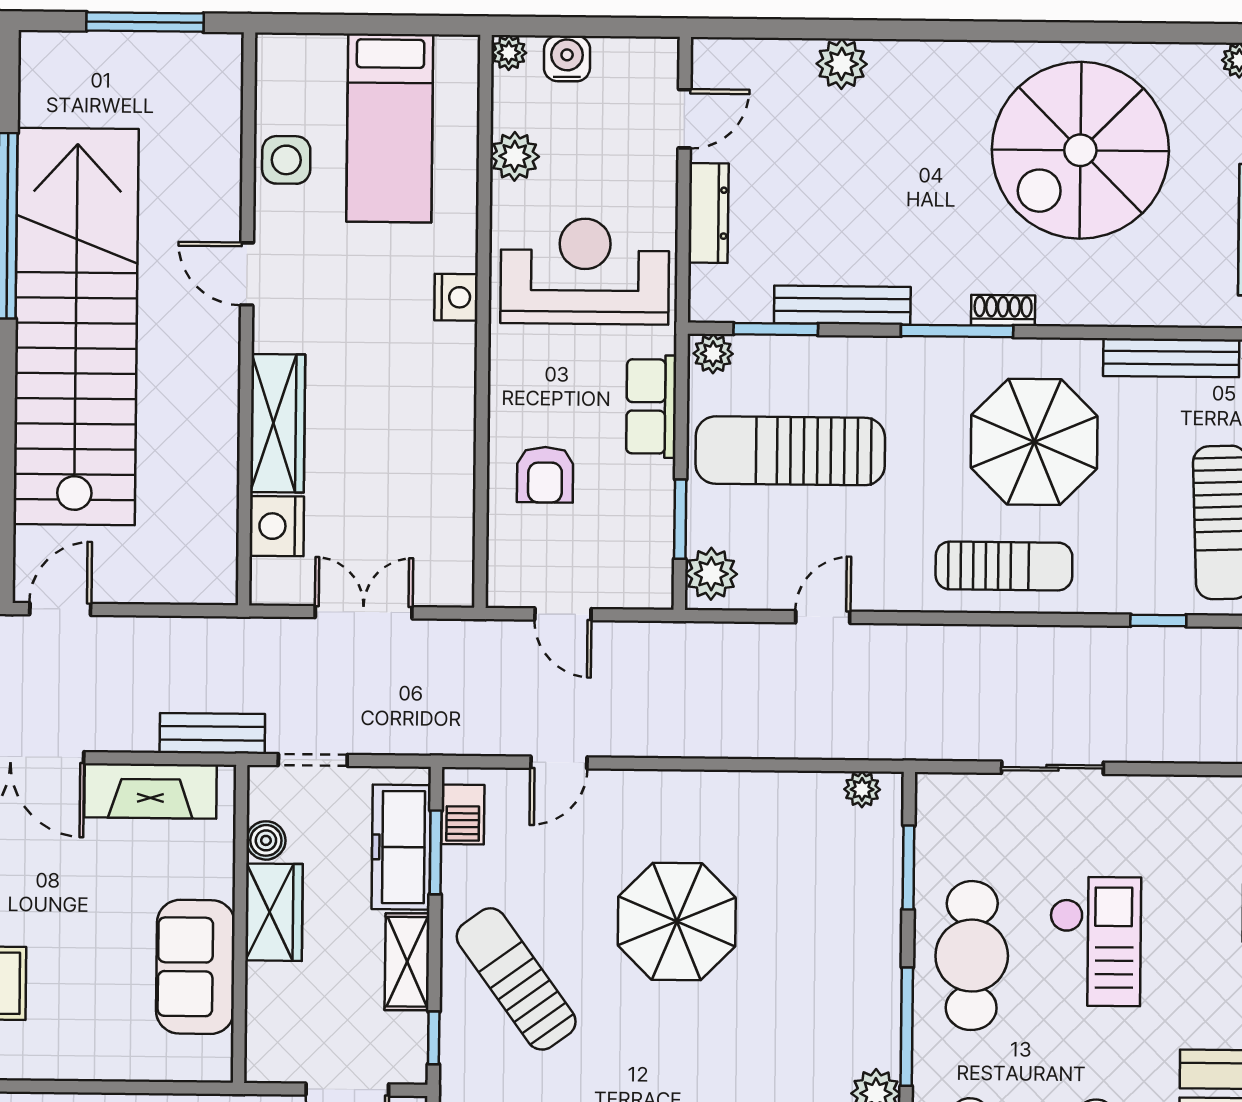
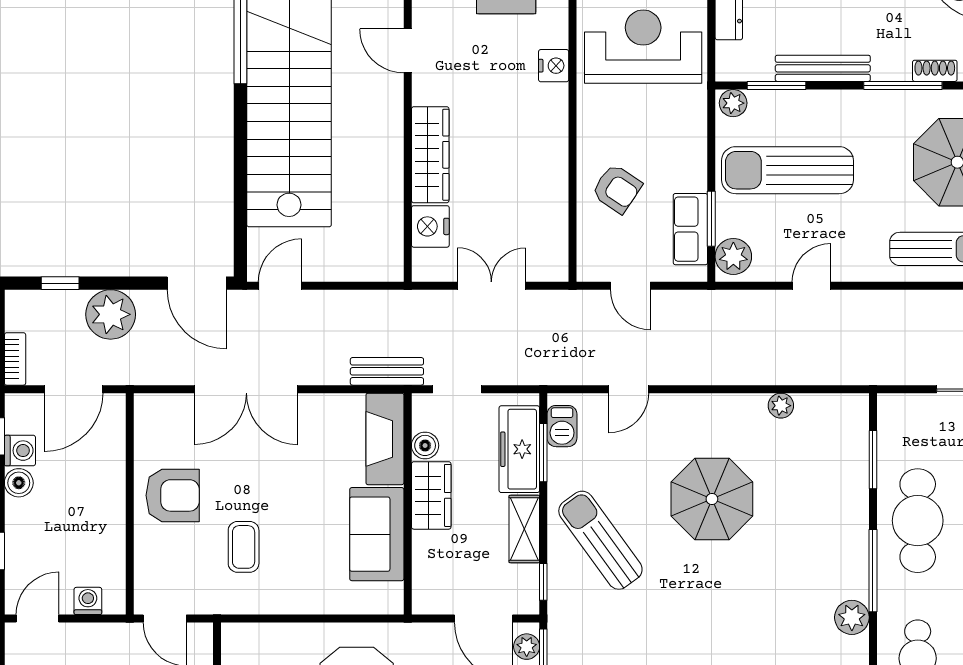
row of seats: (651, 406) -> (690, 229), moved
armchair: (545, 475) -> (617, 189), turned -56
plant: (862, 789) -> (781, 406), moved
fireplace: (150, 791) -> (385, 439), moved, turned 90

